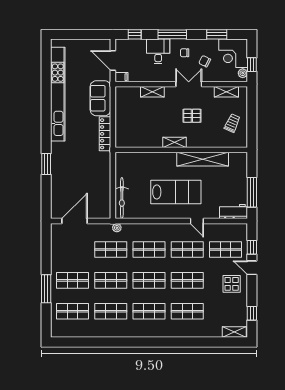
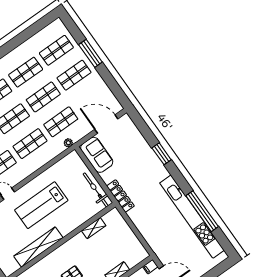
window: (46, 93) -> (202, 211), added
sofa: (100, 98) -> (97, 155), moved
locker: (105, 134) -> (120, 196), moved
shelving: (174, 142) -> (94, 228), moved
bicycle: (122, 198) -> (96, 190), moved
door: (74, 221) -> (106, 124), swing flipped

